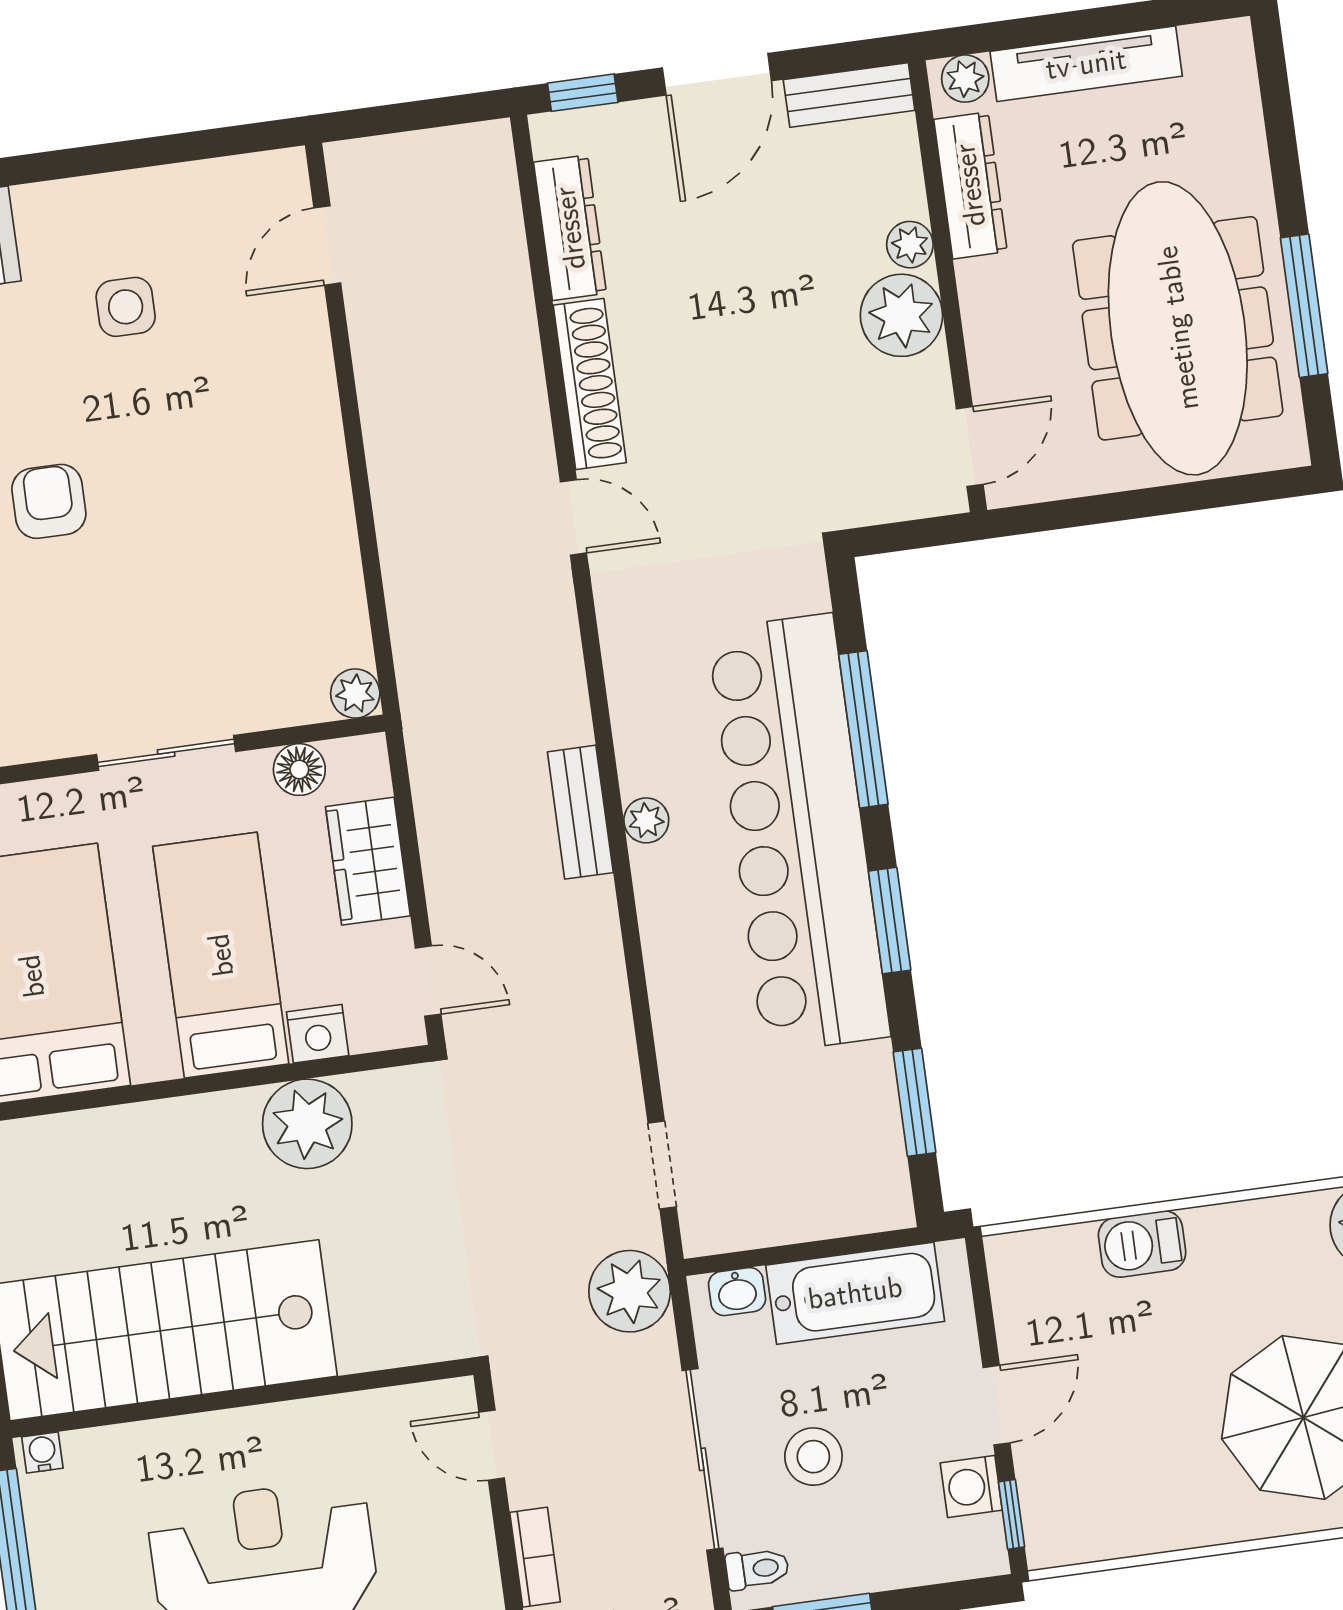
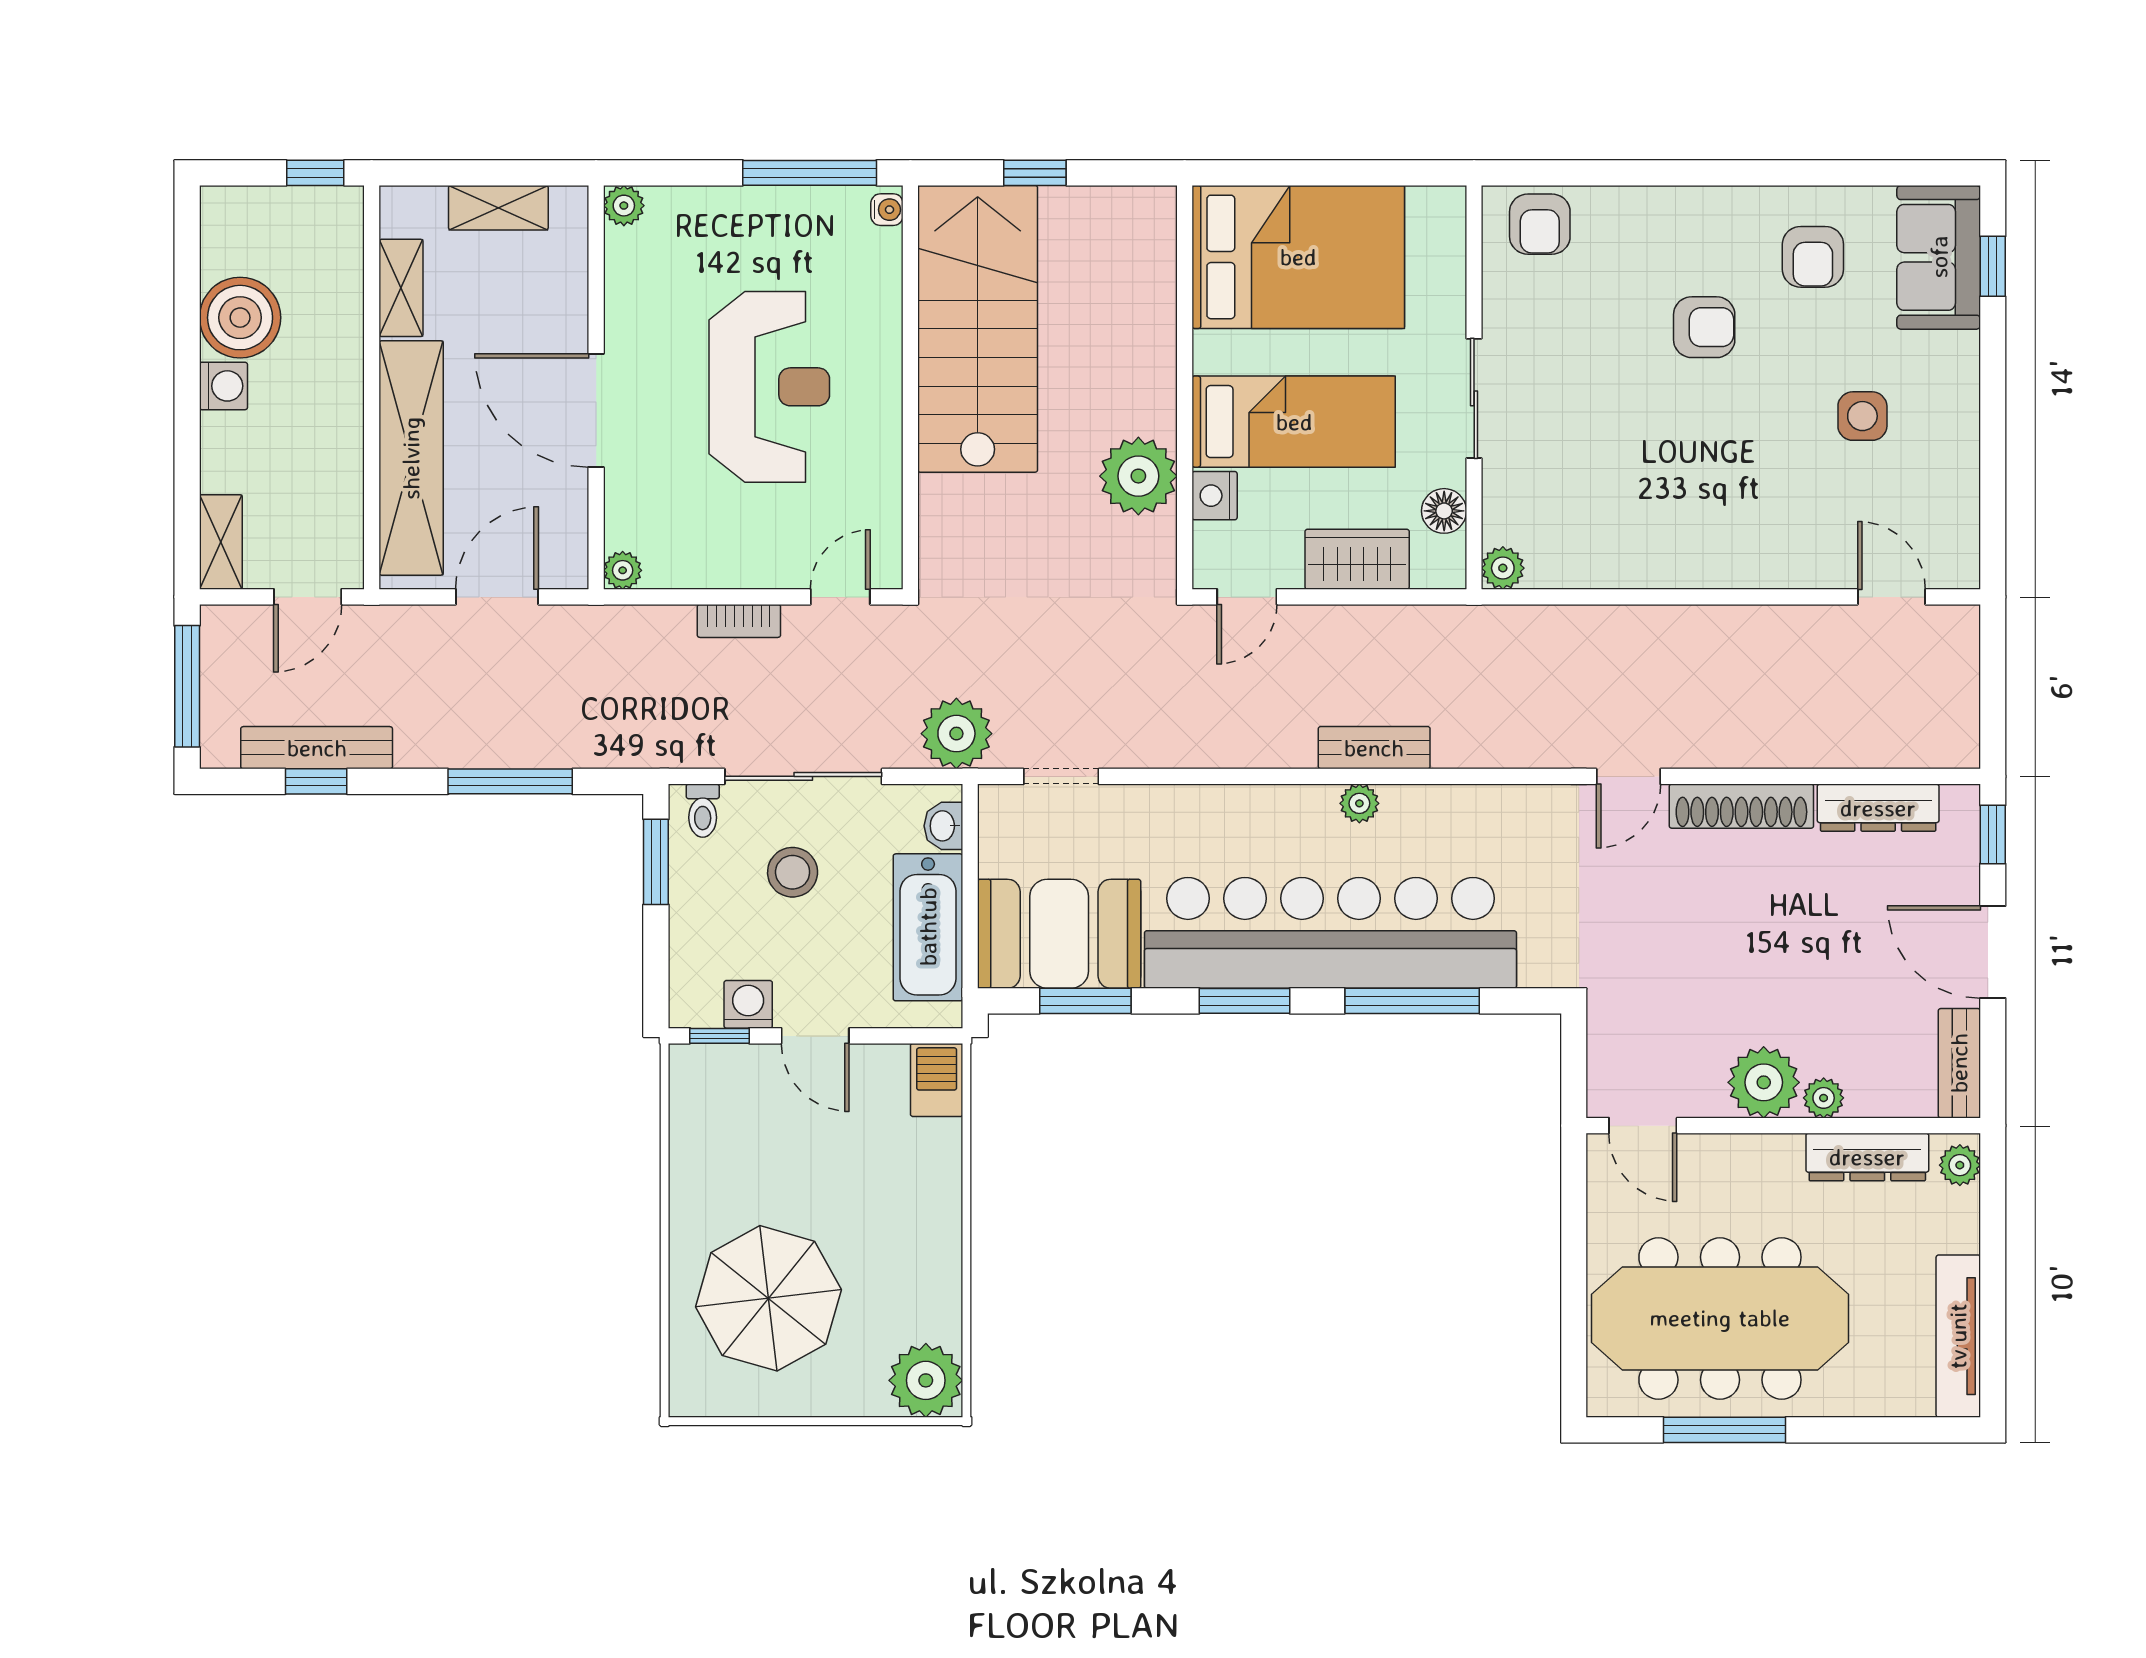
tv unit: (1086, 64) -> (1958, 1336), moved
booth: (842, 1143) -> (1059, 934), added
barbecue: (1142, 1244) -> (937, 1080), moved

